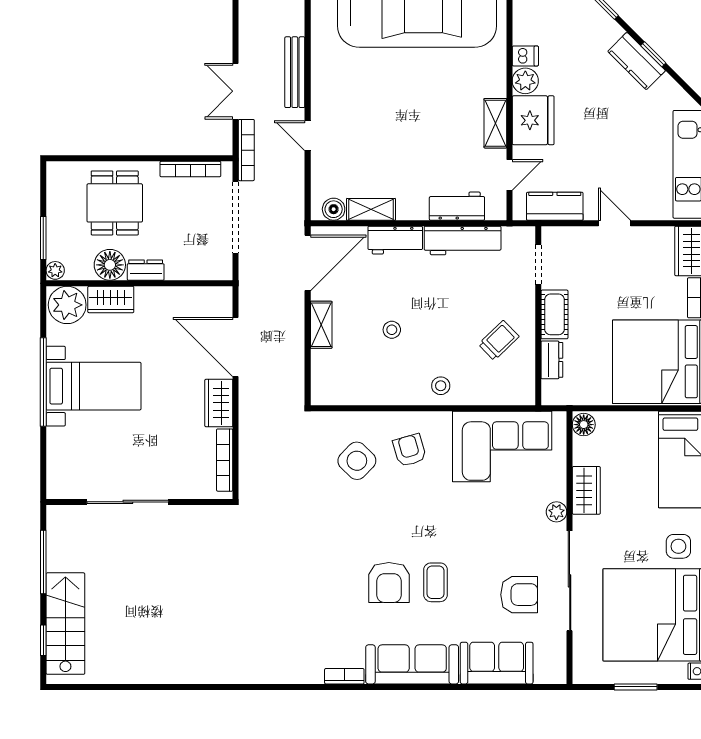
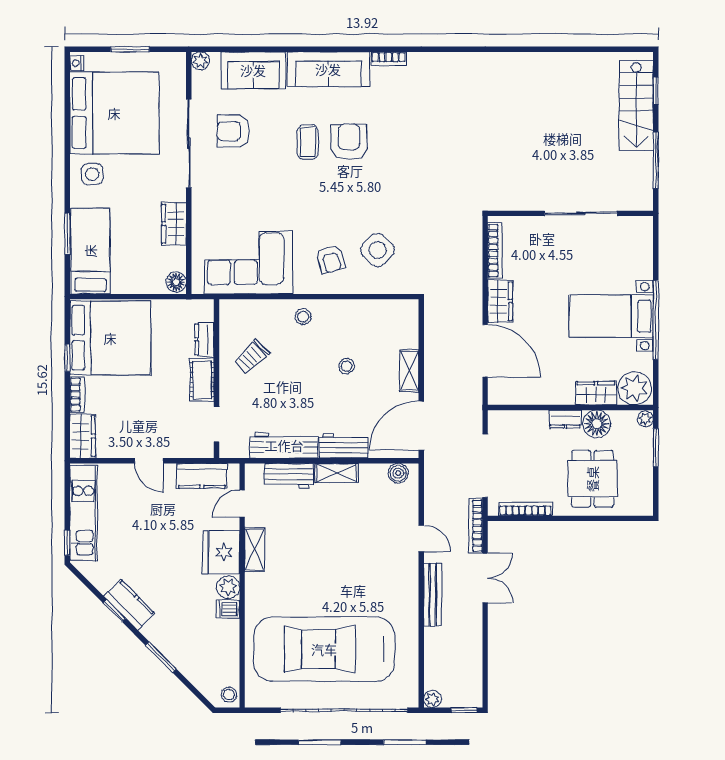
shelving: (371, 209) -> (336, 473), moved
plant: (556, 512) -> (200, 61), moved

